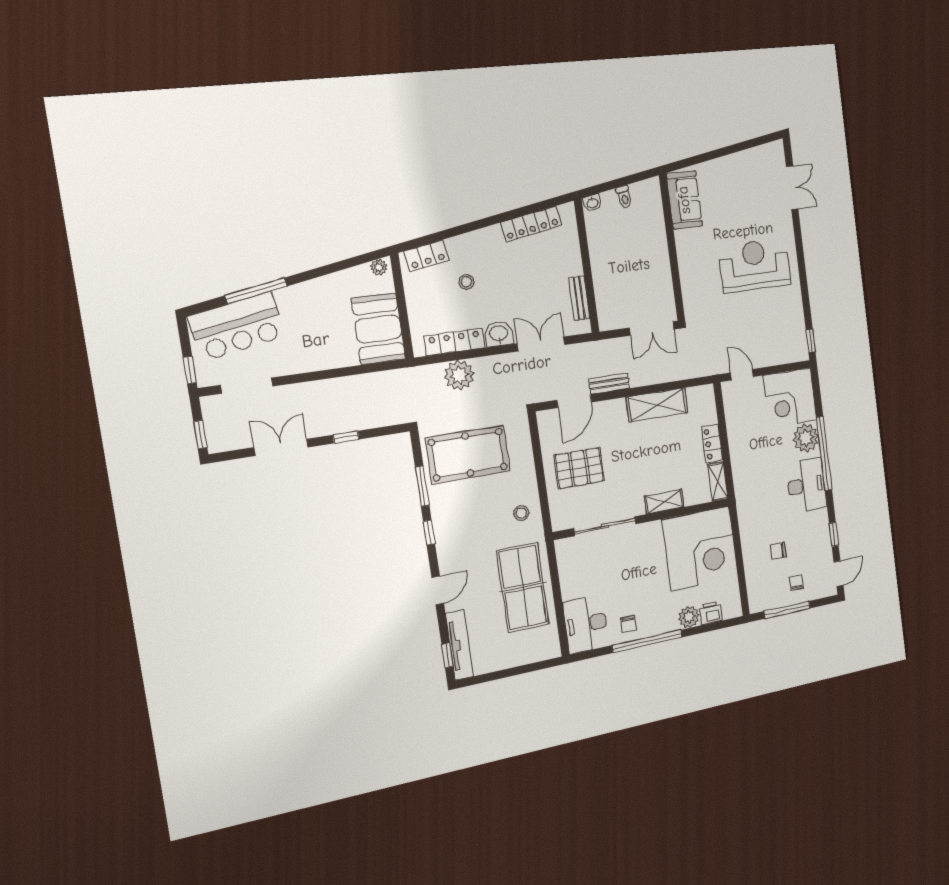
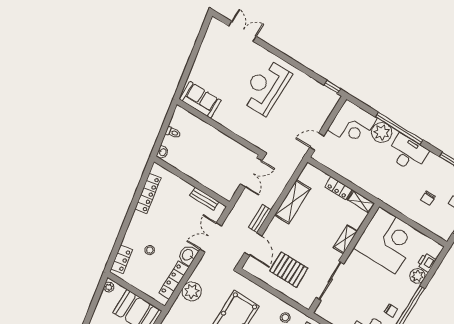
pallet: (579, 468) -> (289, 270), turned 90

